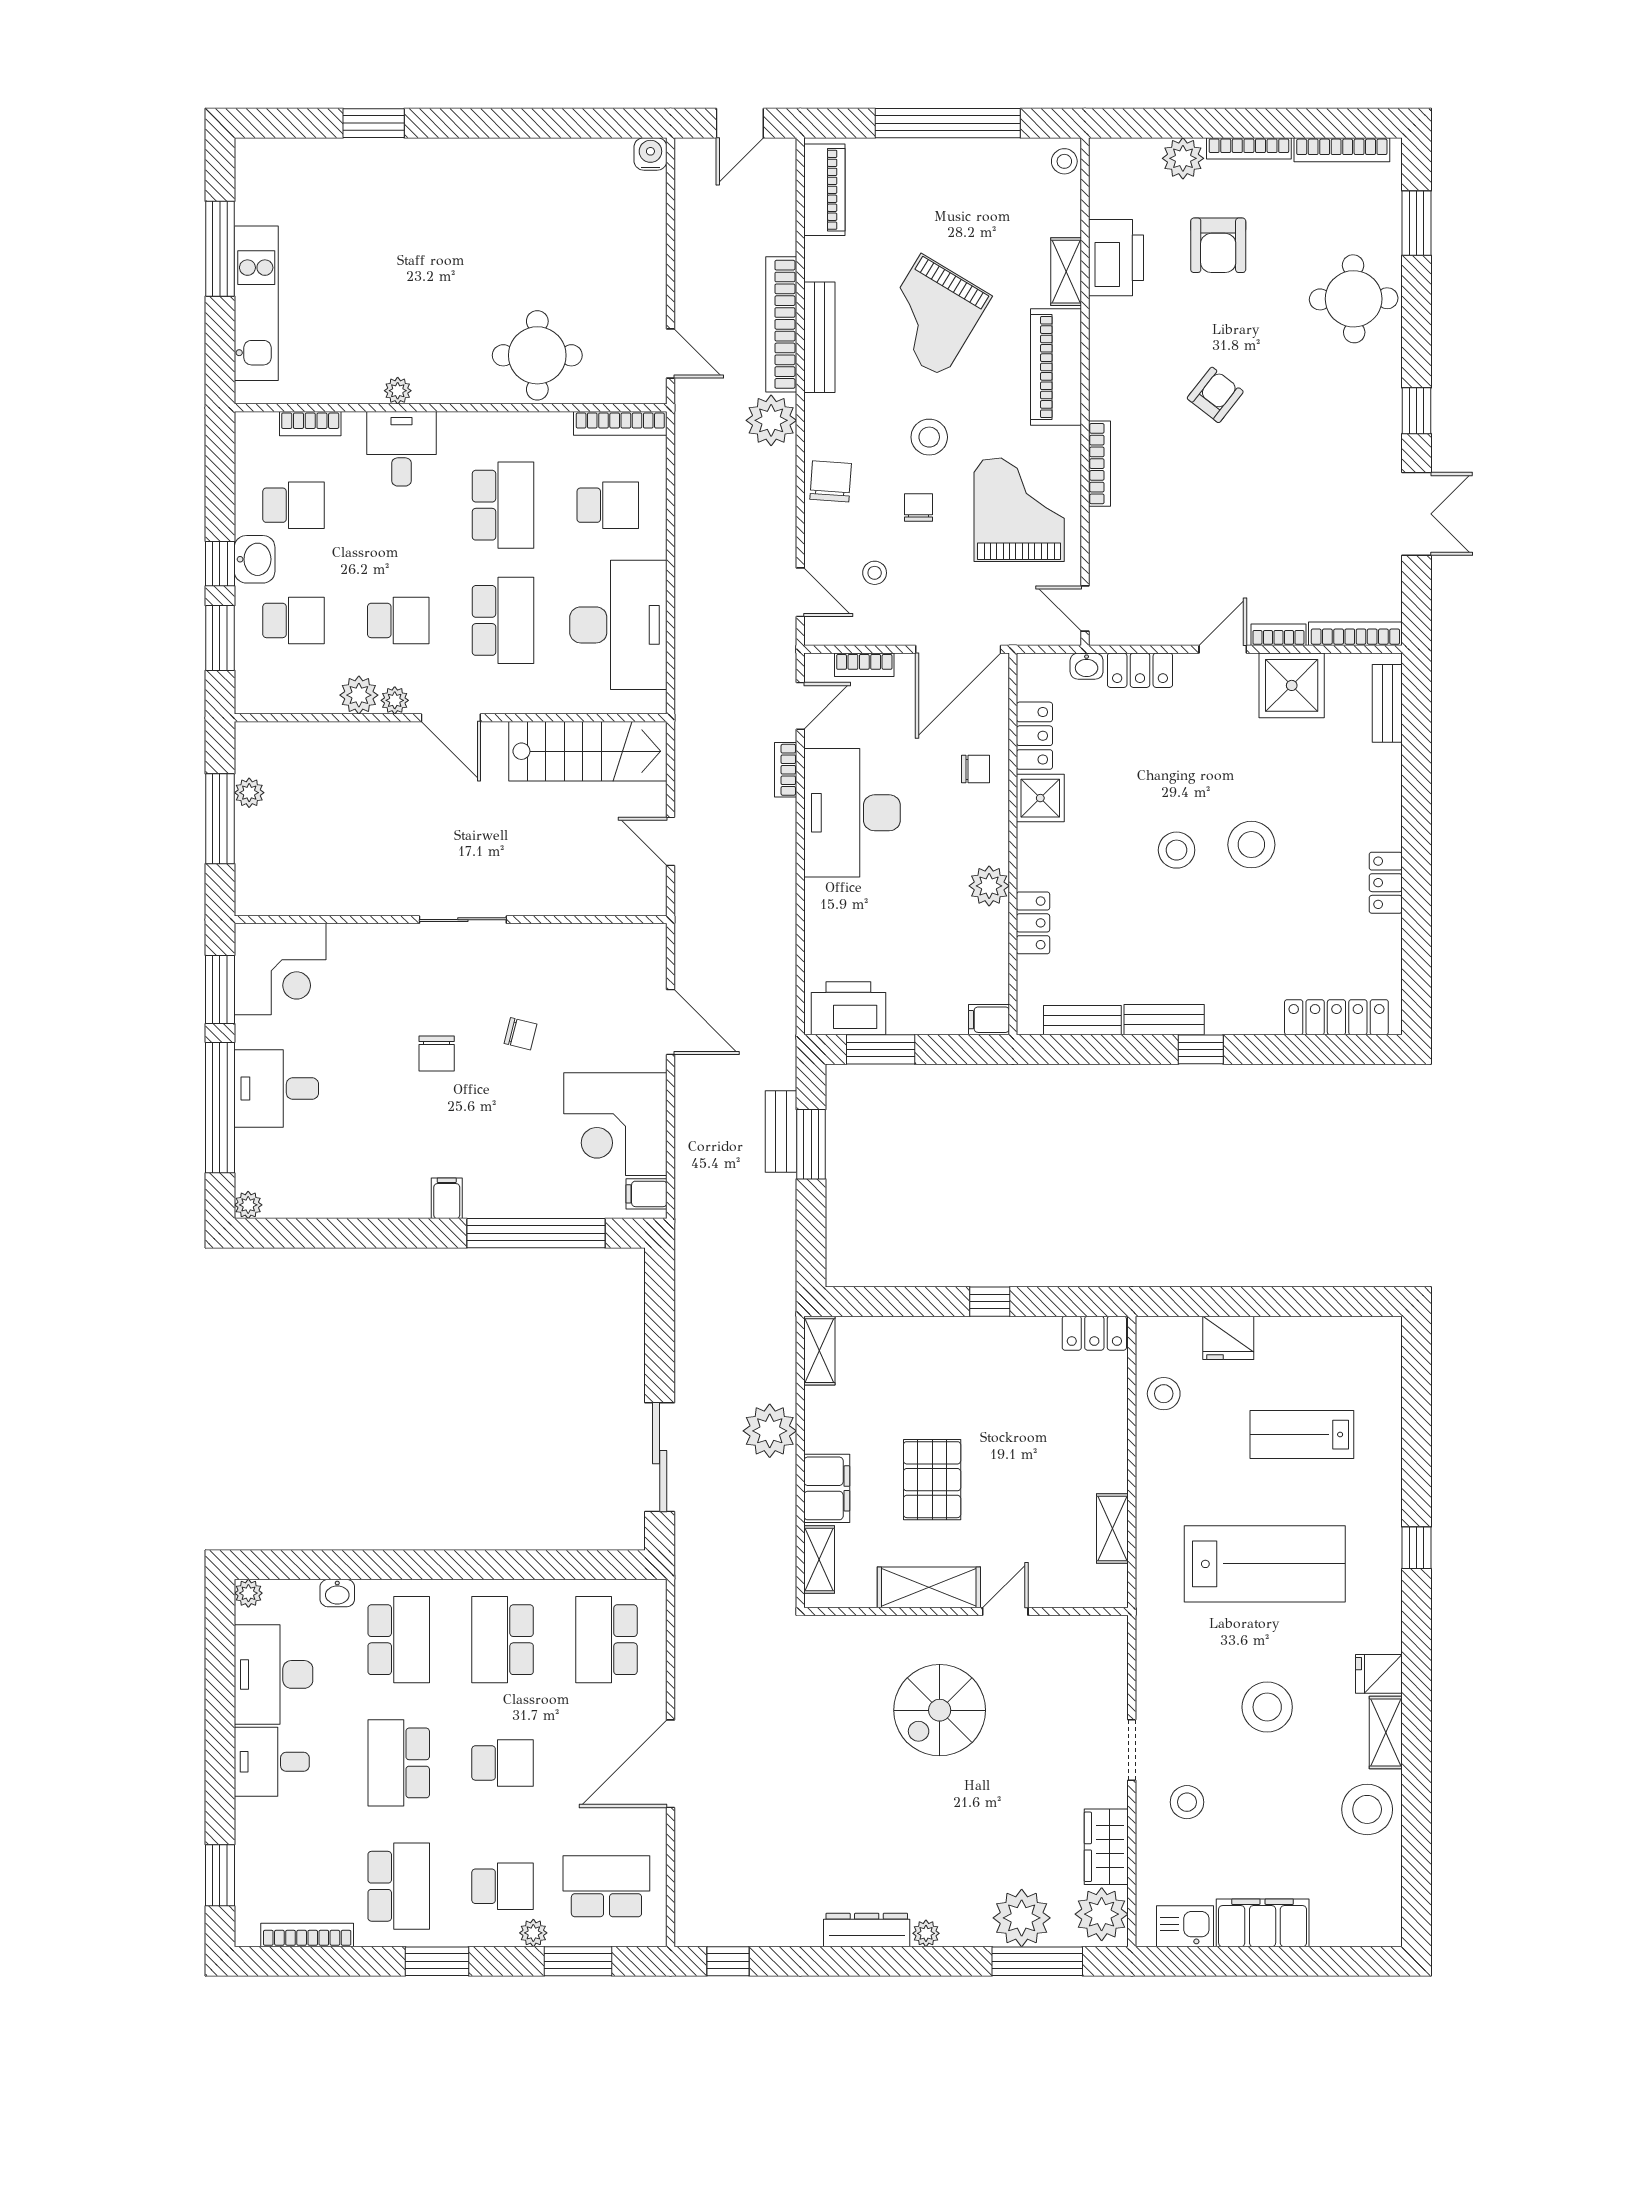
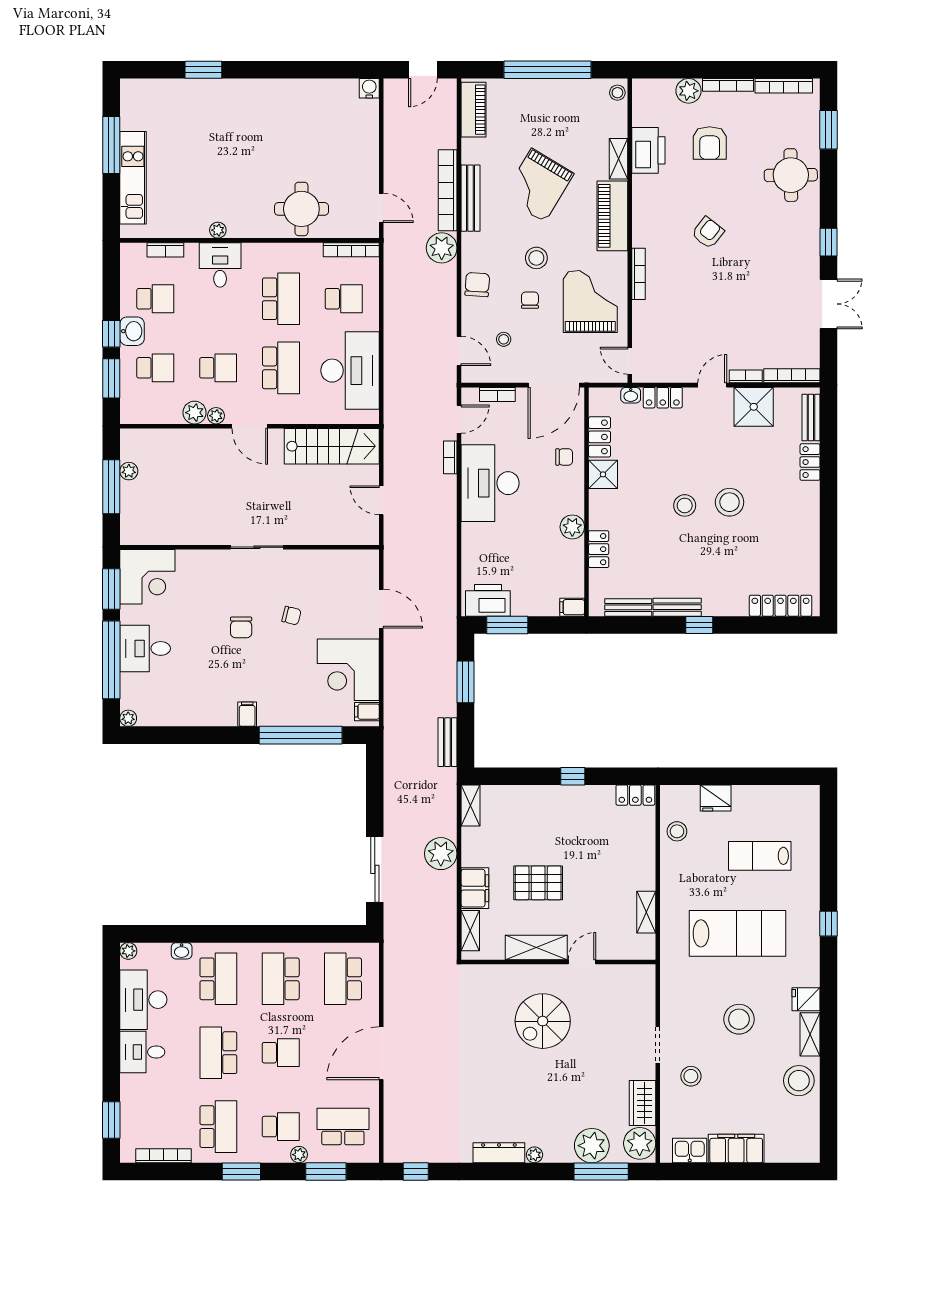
locker: (1386, 883) -> (810, 462), moved
bench: (781, 1132) -> (448, 742), moved
pallet: (932, 1480) -> (538, 883), turned 90

